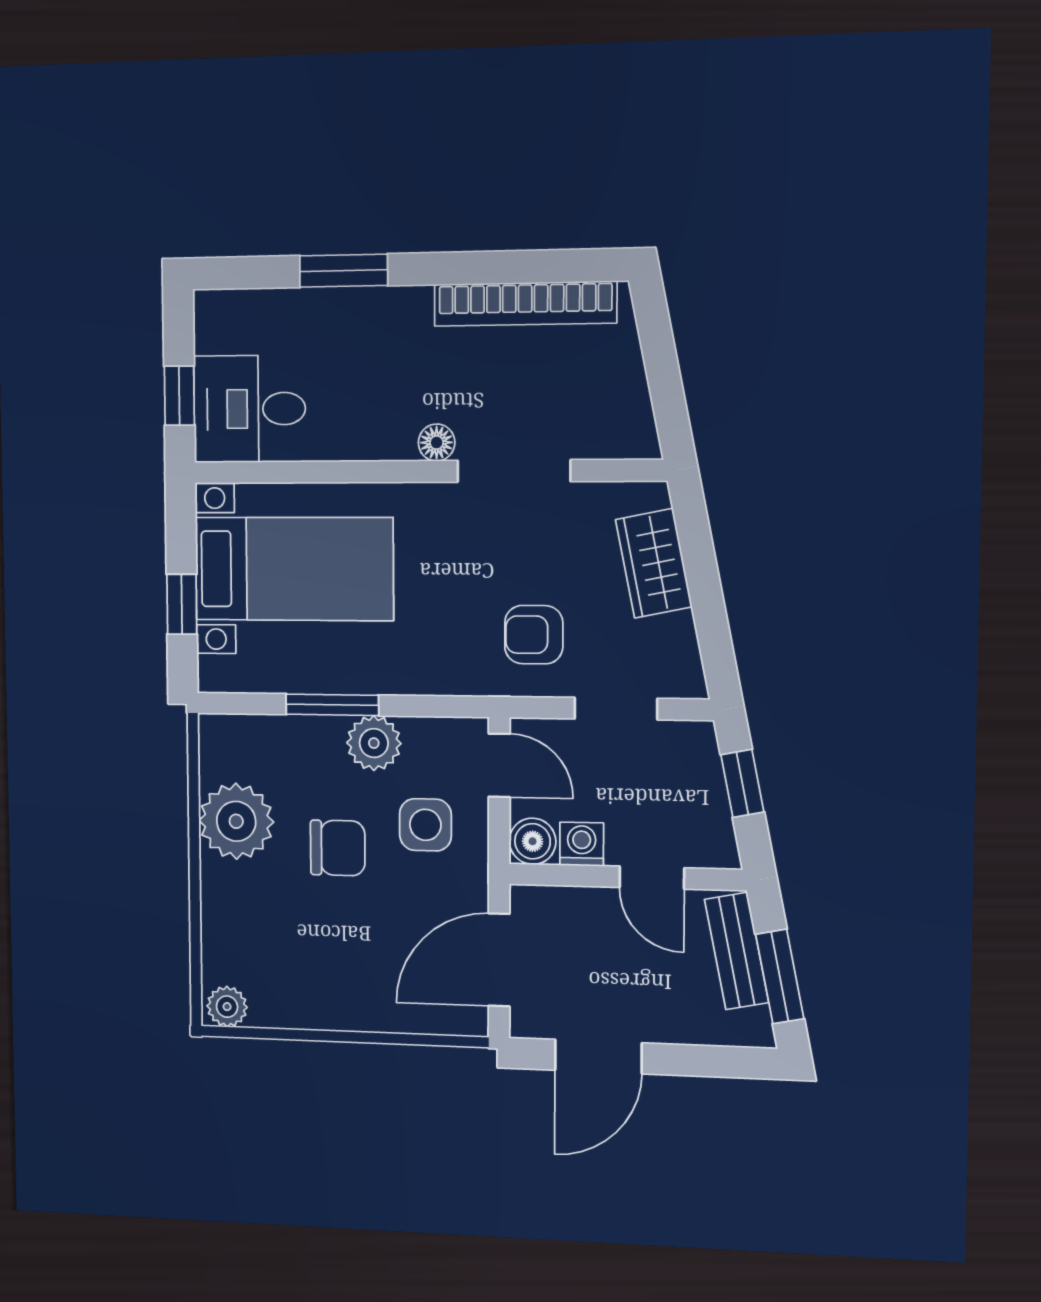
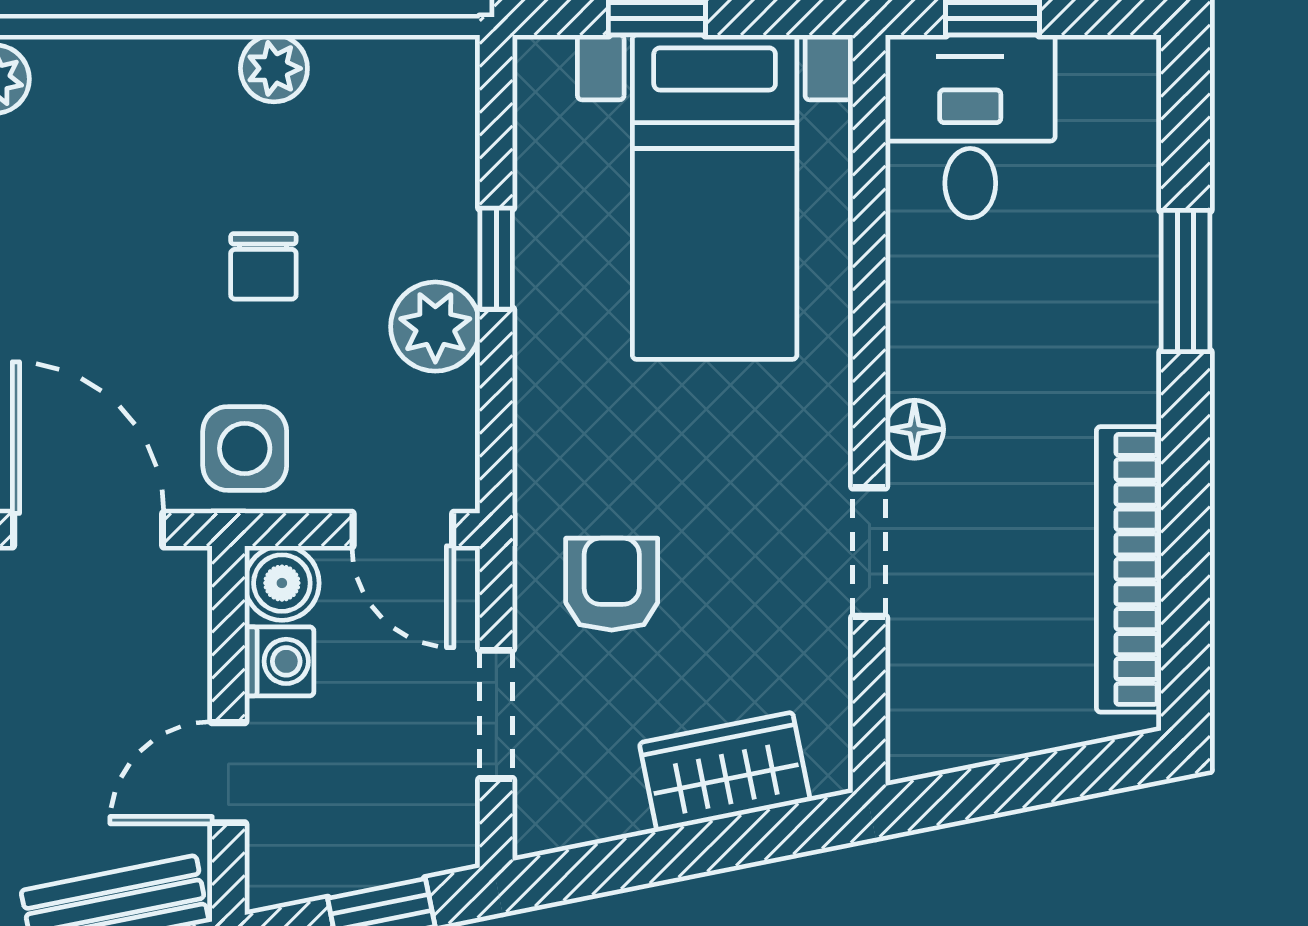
doorway: (514, 471) -> (869, 552), width x0.73
window: (332, 705) -> (496, 259), width x0.67
door: (499, 765) -> (403, 530), hinge flipped
plant: (236, 821) -> (274, 68), width x0.53, depth x0.53
side table: (425, 825) -> (245, 448), moved
chair: (338, 848) -> (263, 266), width x0.73, depth x0.73

